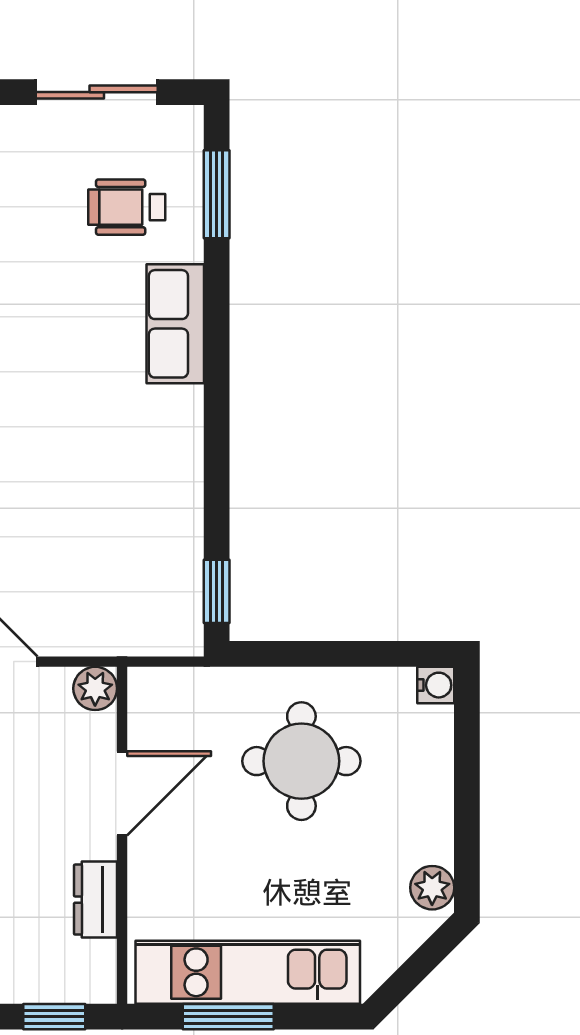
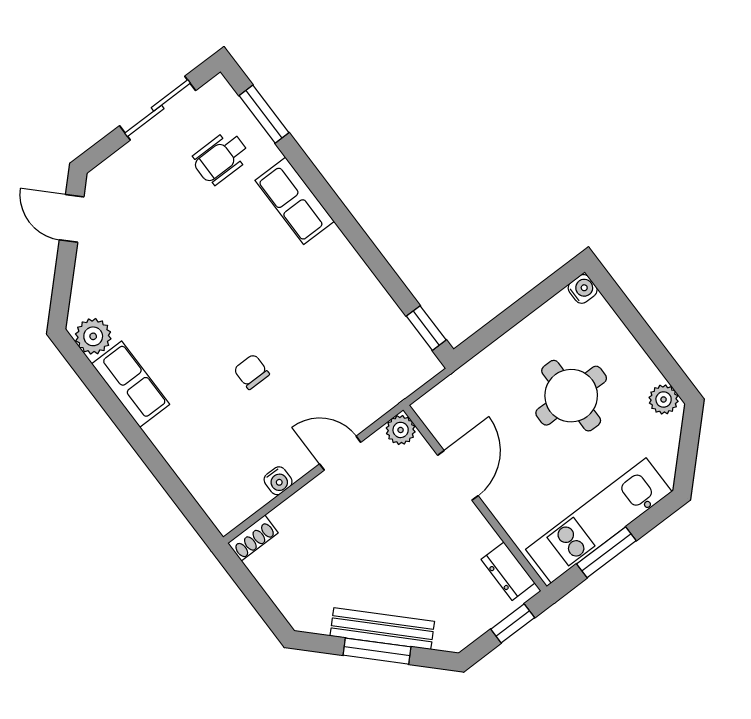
round table: (301, 761) -> (571, 396), moved
dresser: (96, 900) -> (508, 571), moved

